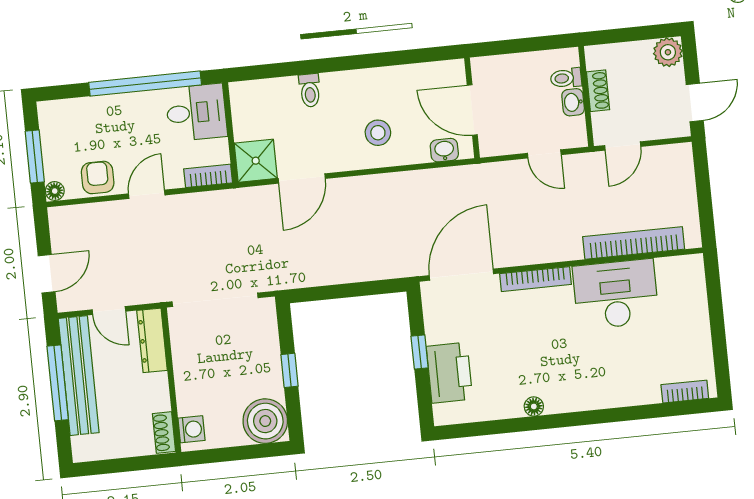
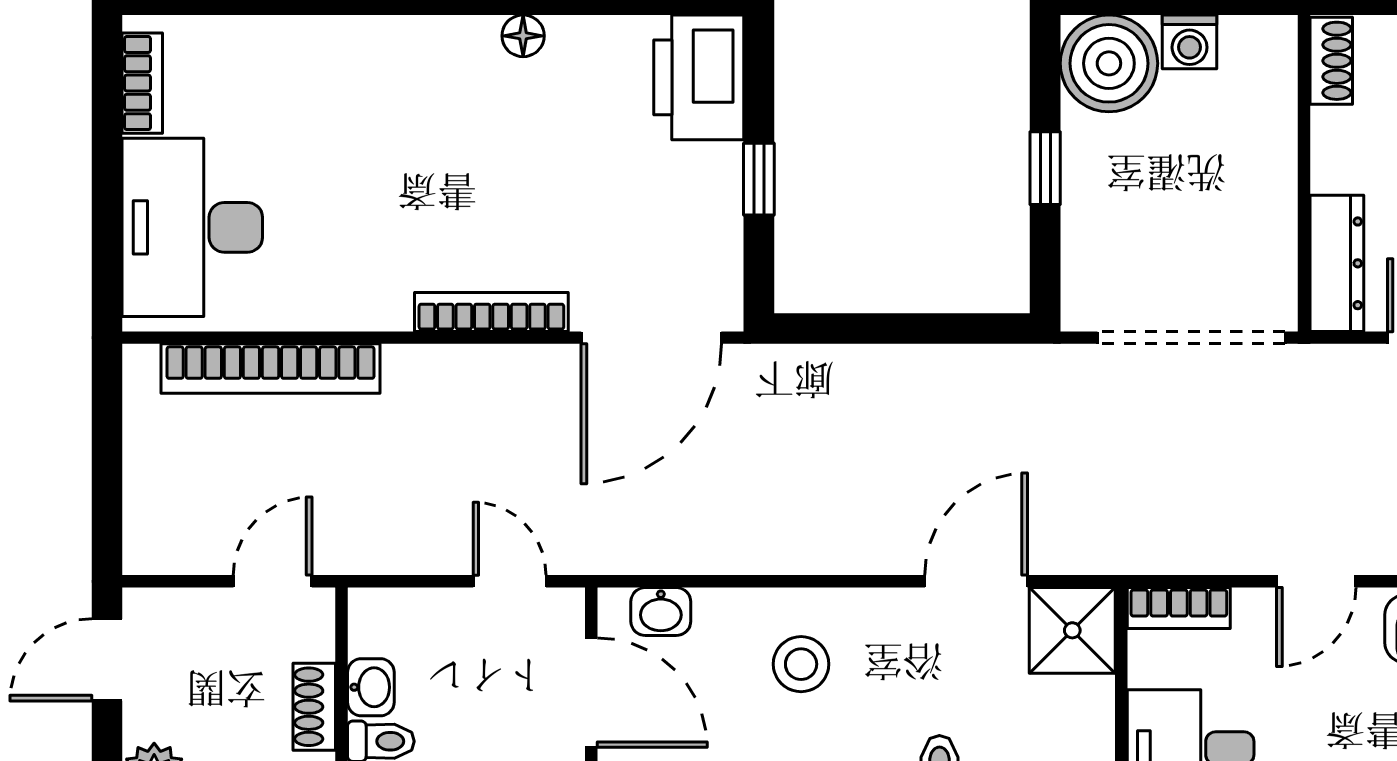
door: (544, 154) -> (510, 581), moved
desk: (616, 294) -> (192, 227), moved, turned 90
printer: (449, 373) -> (699, 77), moved
bookcase: (685, 392) -> (142, 83), moved, turned -90
washing machine: (191, 429) -> (1190, 42), moved, turned -90

